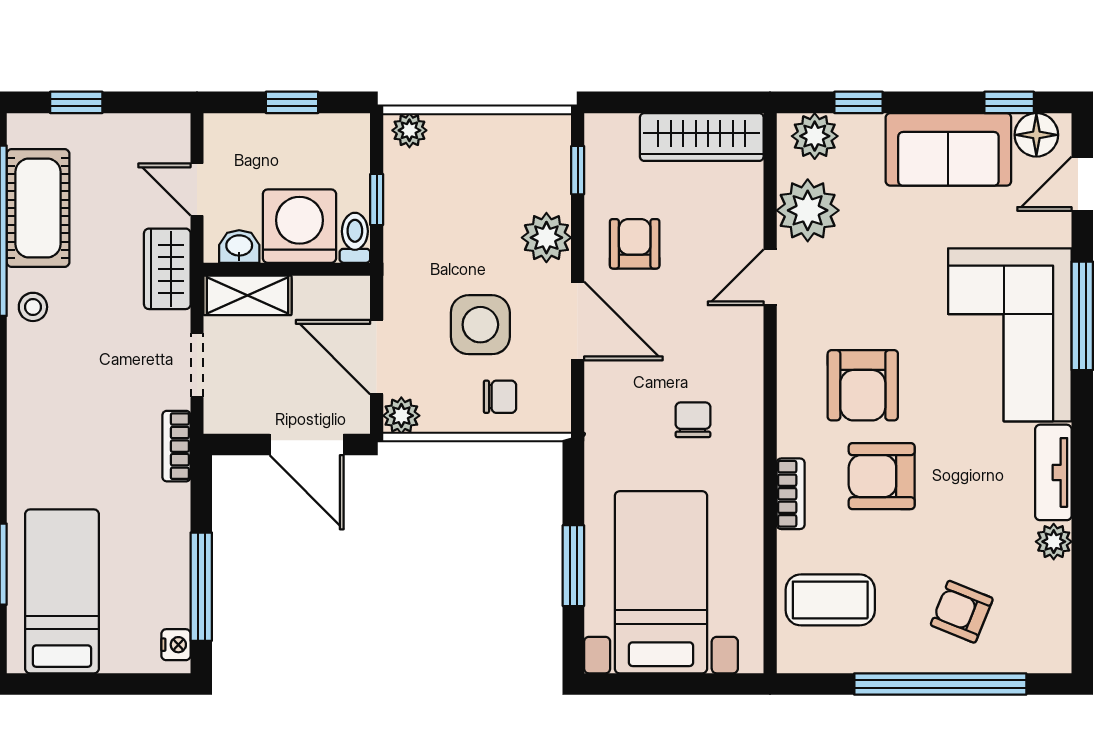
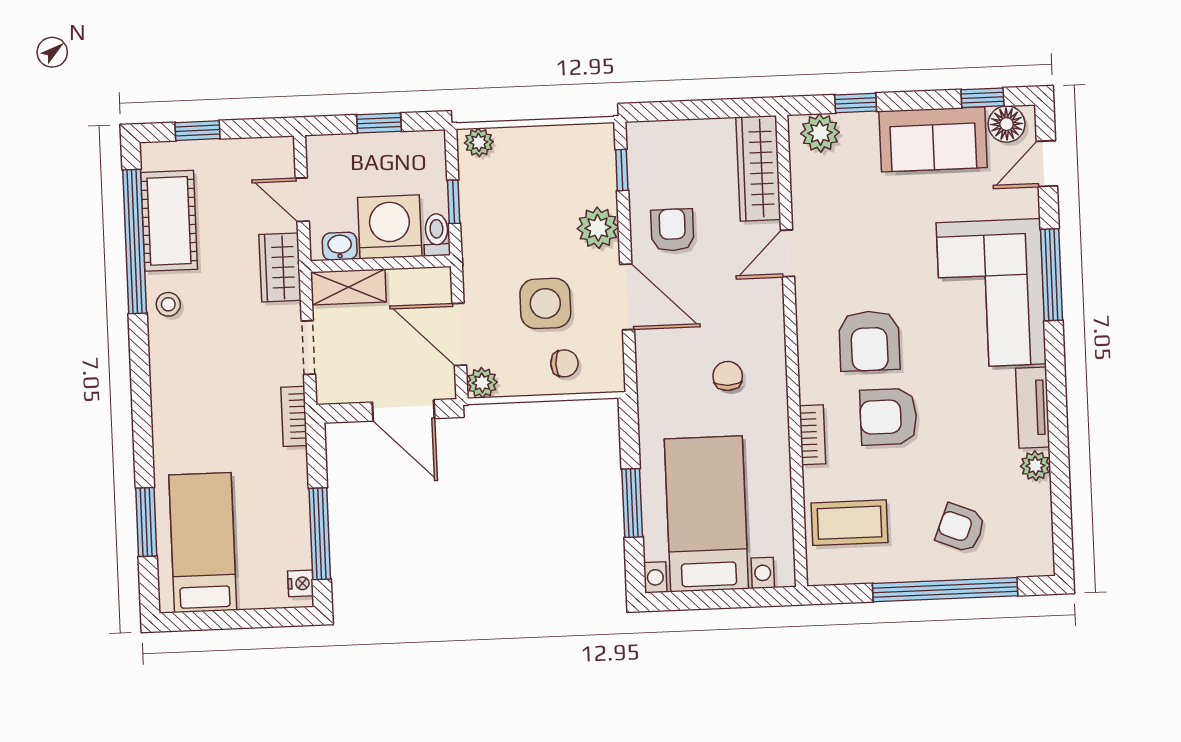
wardrobe: (702, 137) -> (758, 168), moved, turned 90
plant: (808, 210) -> (817, 196), removed

